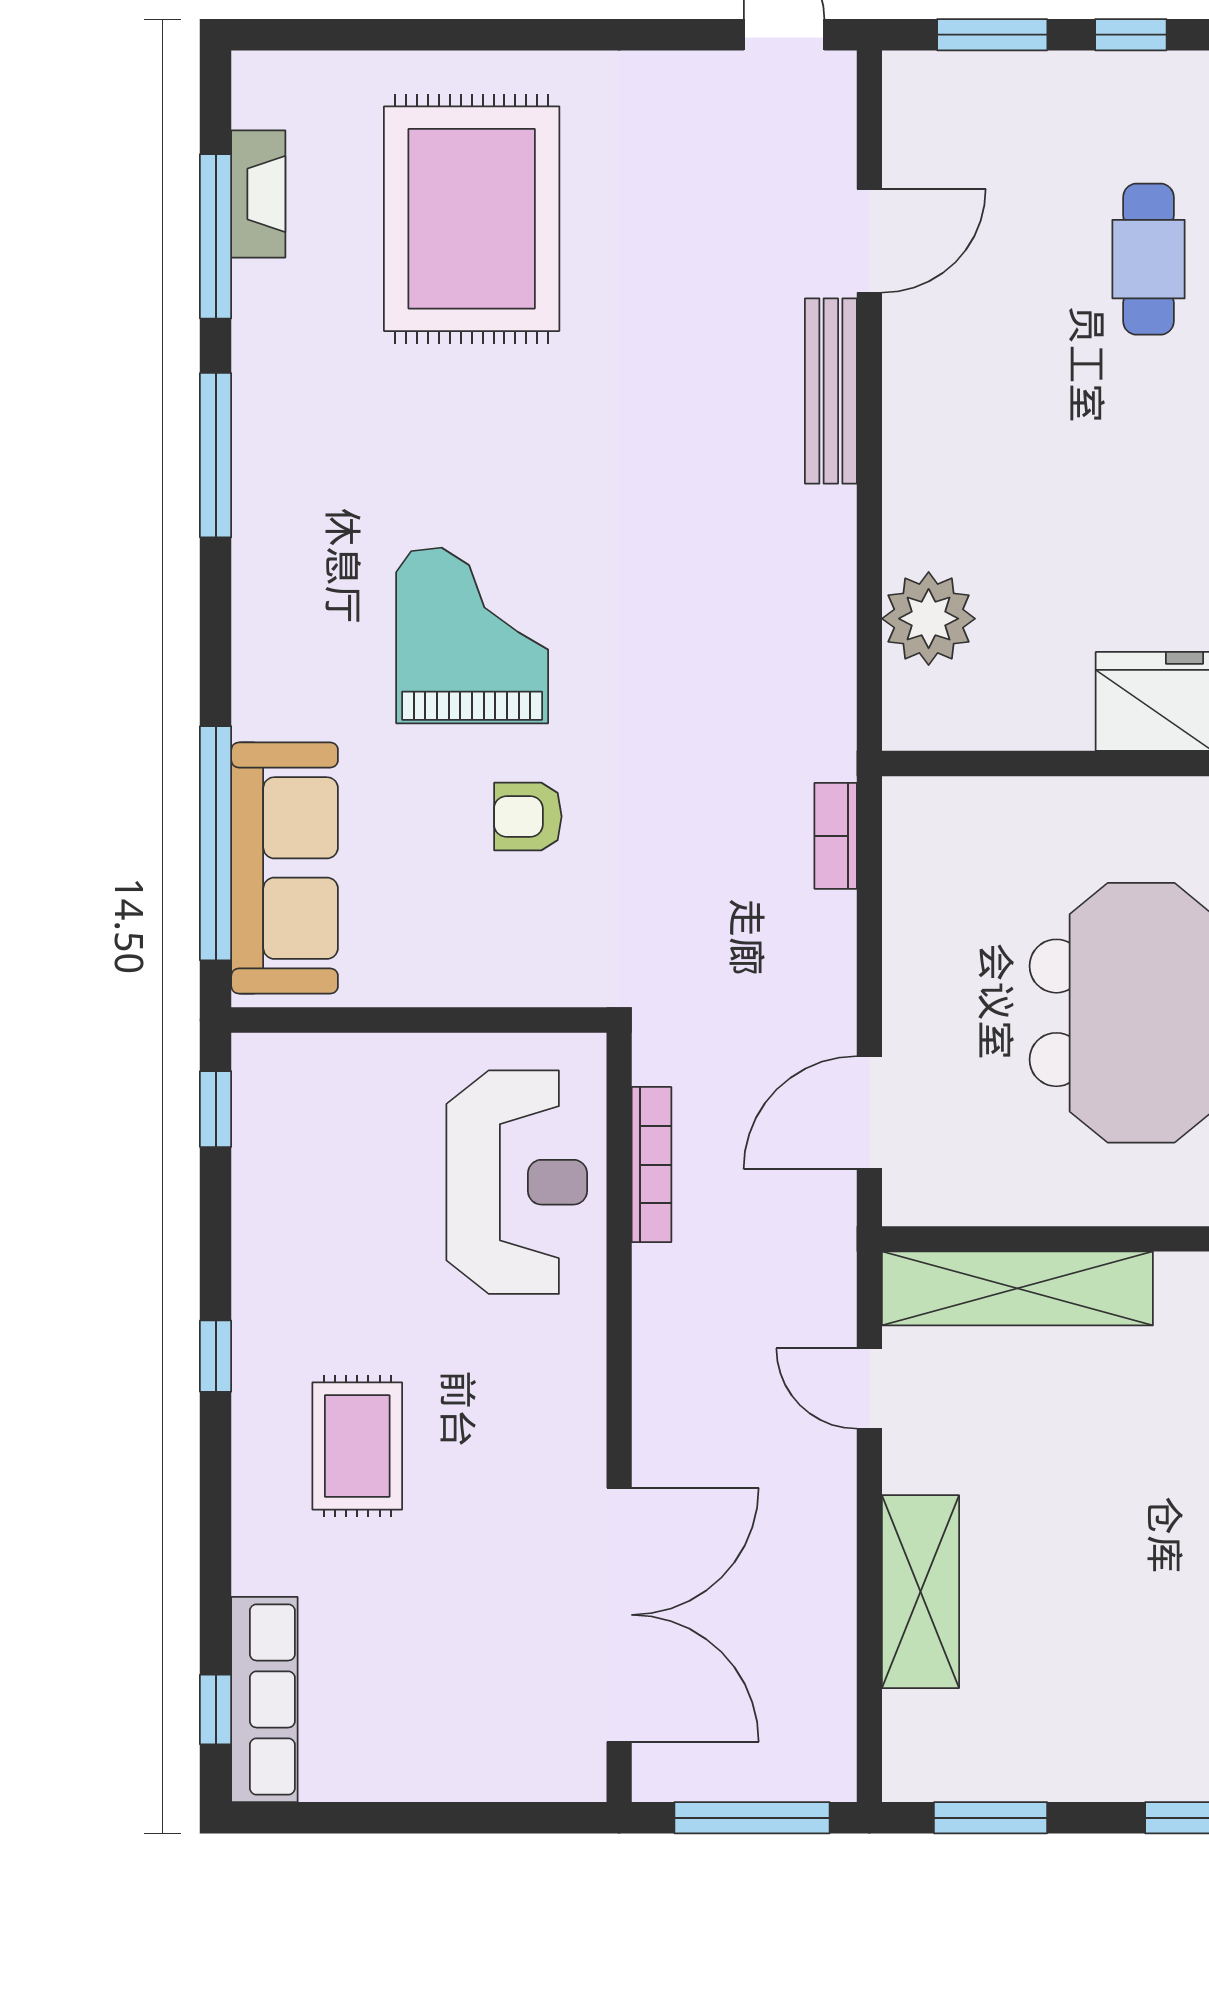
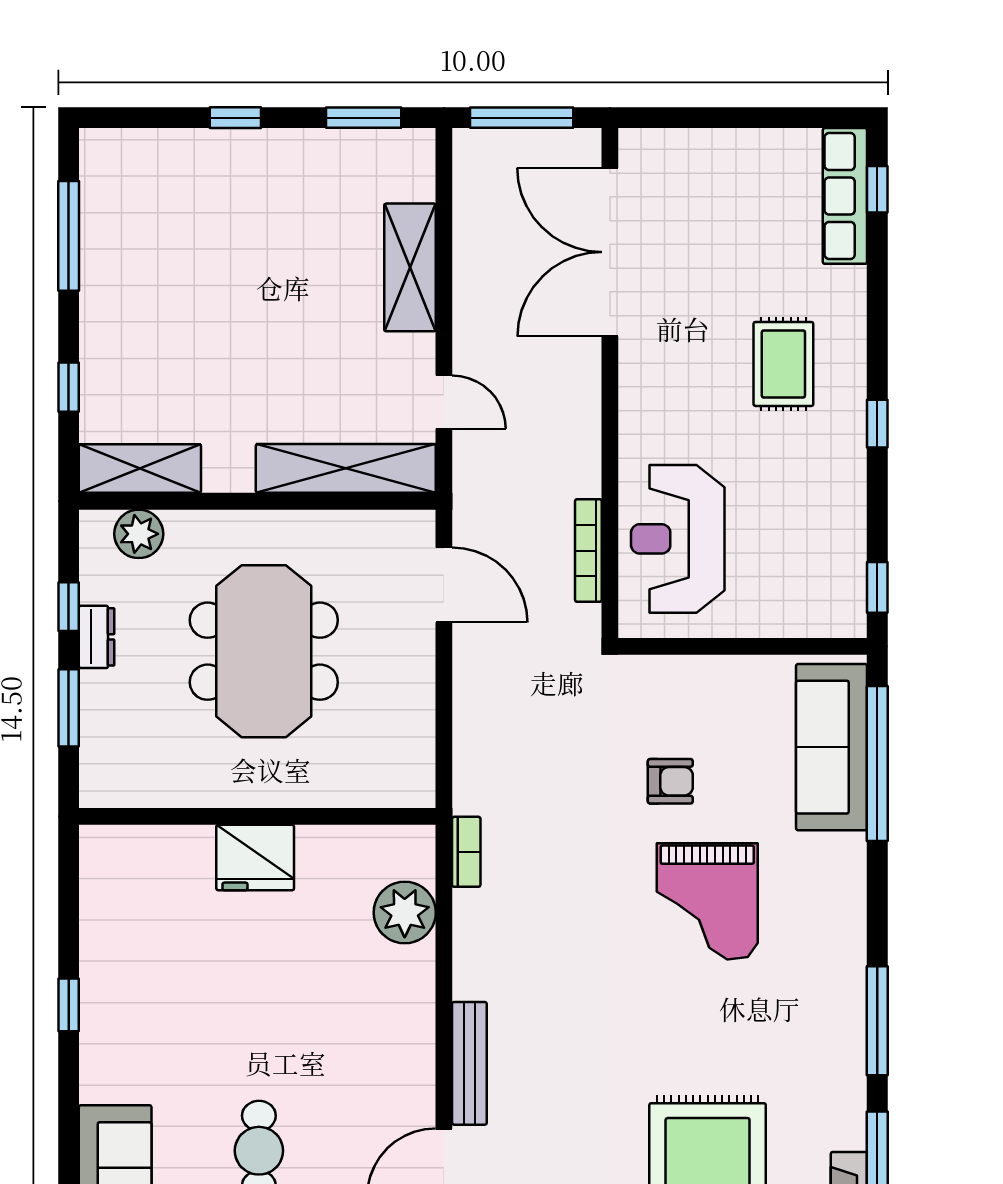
bookcase: (836, 836) -> (466, 852), moved
door: (869, 1113) -> (444, 585), hinge flipped

